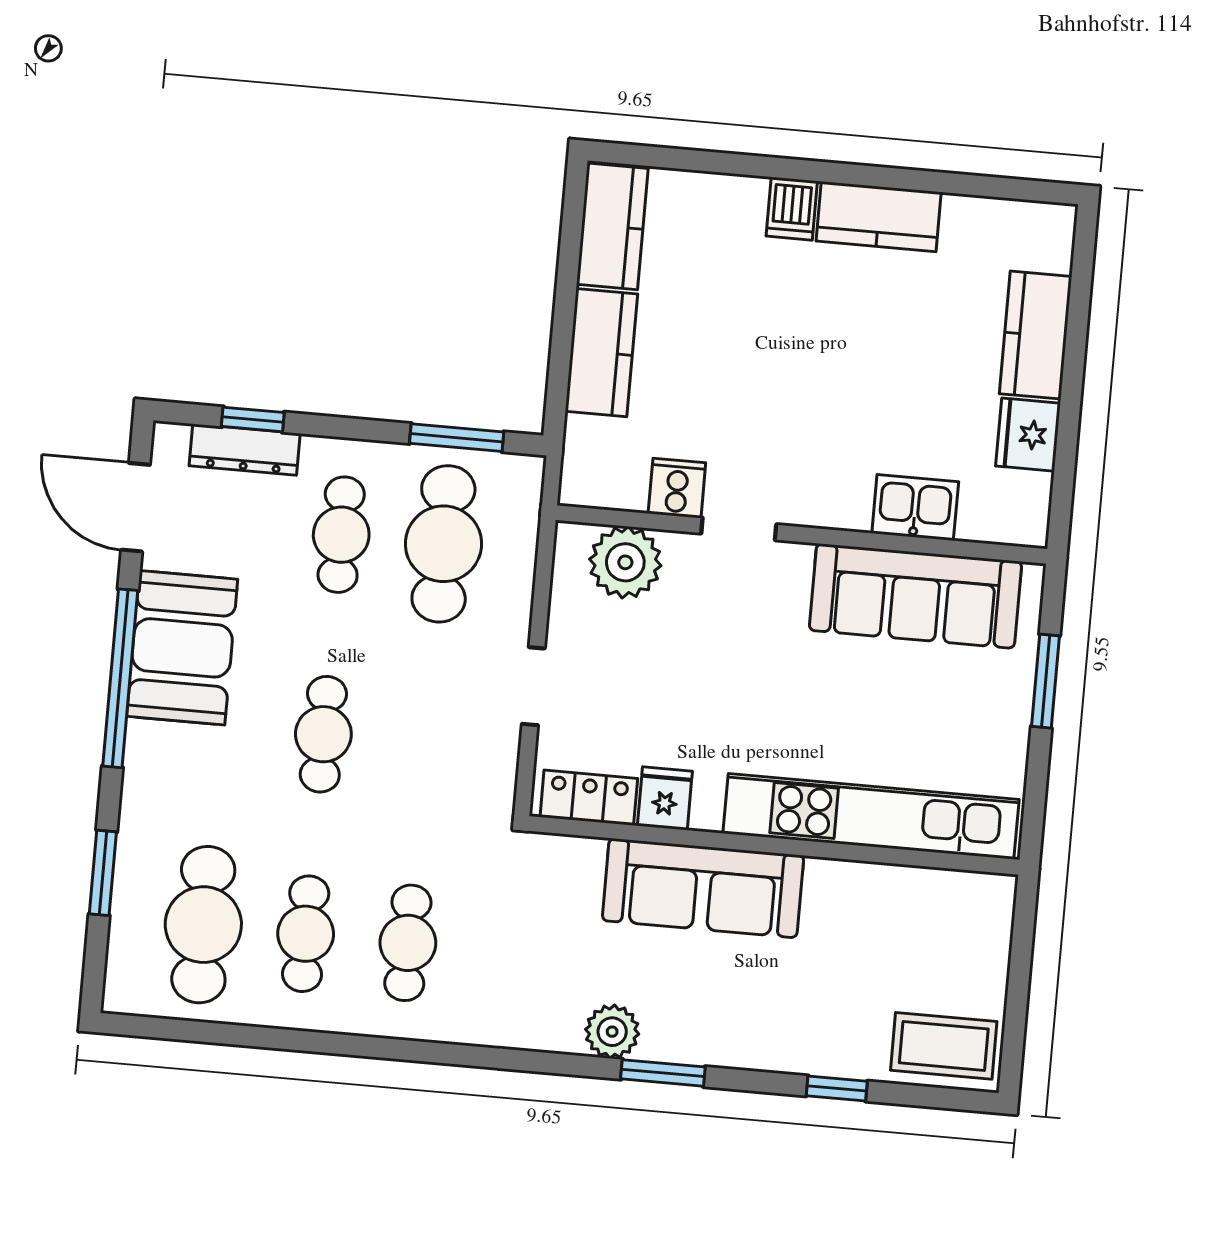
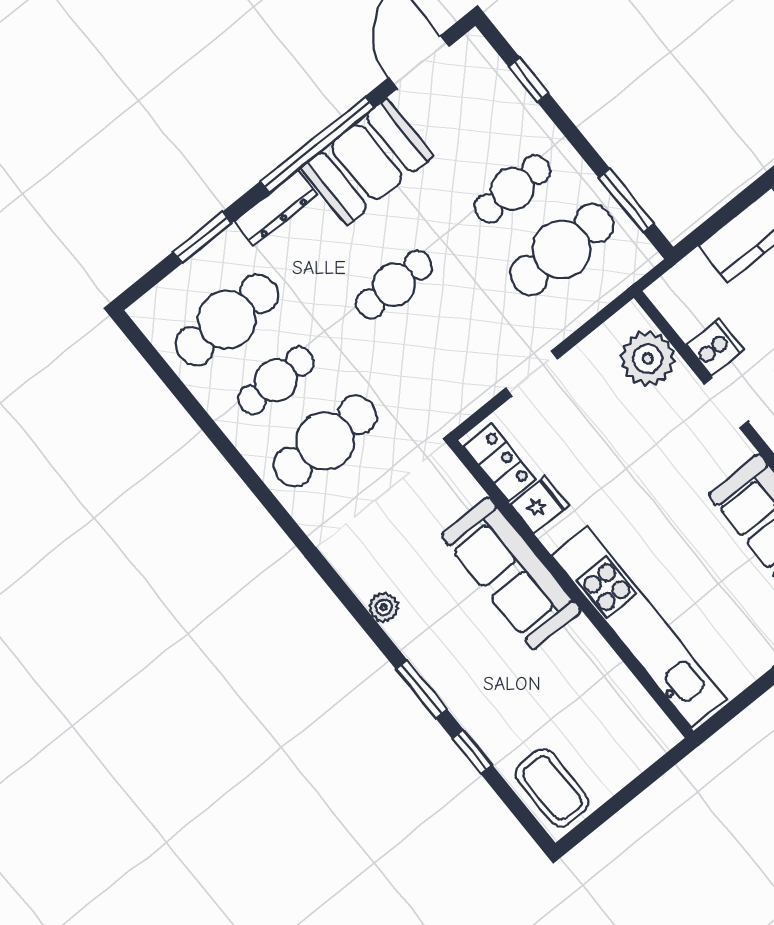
dresser: (245, 450) -> (276, 208), moved, turned -90
cafe table: (408, 943) -> (325, 441), width x1.37, depth x1.35
plant: (612, 1032) -> (384, 607), width x0.73, depth x0.73
window: (663, 1073) -> (422, 690), moved

